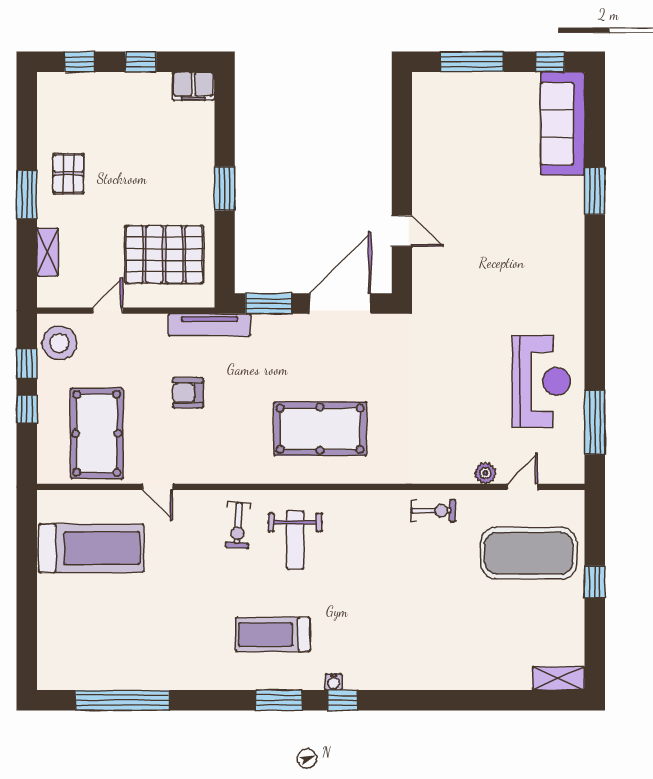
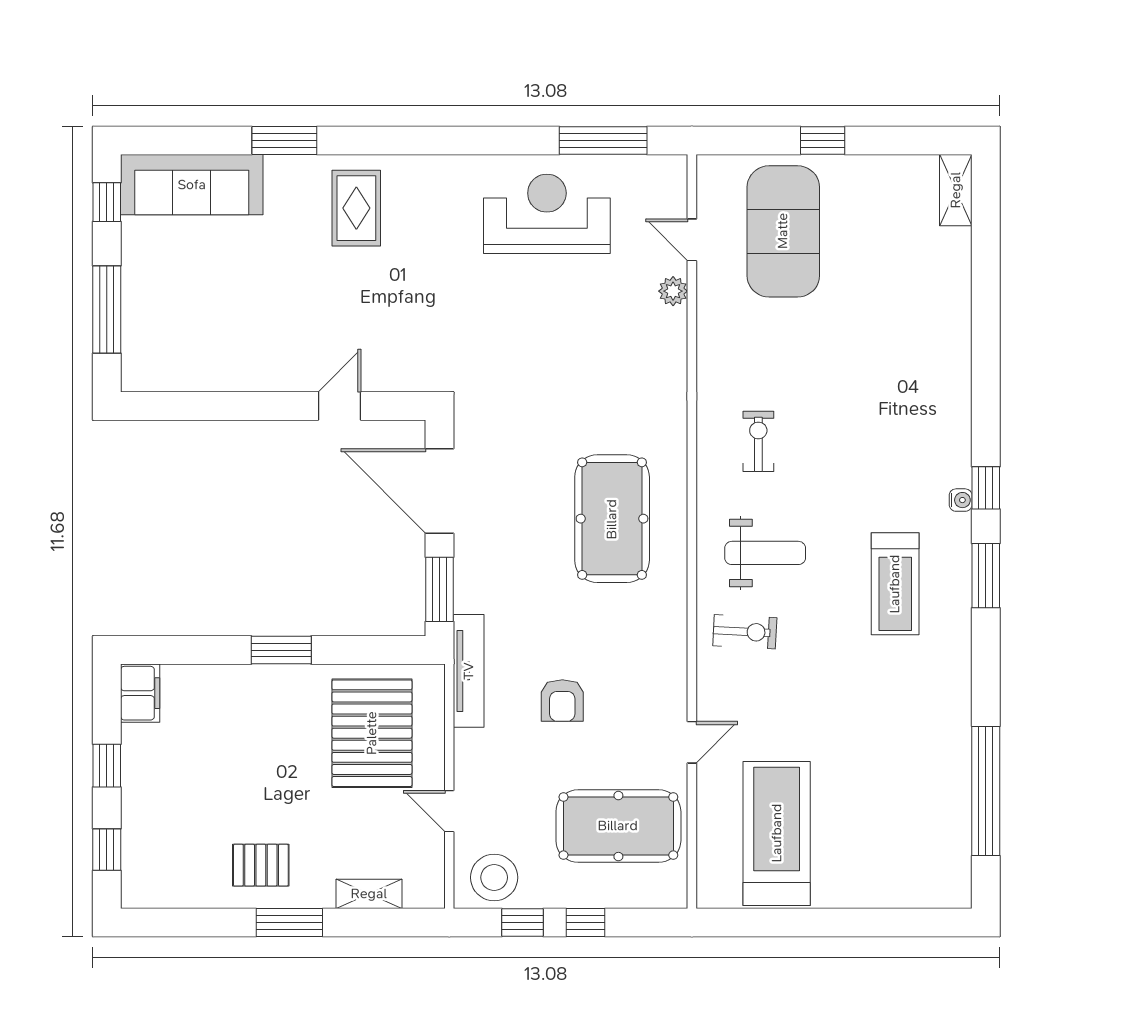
rug: (546, 243) -> (356, 208), added
exercise bike: (433, 511) -> (758, 441), moved

